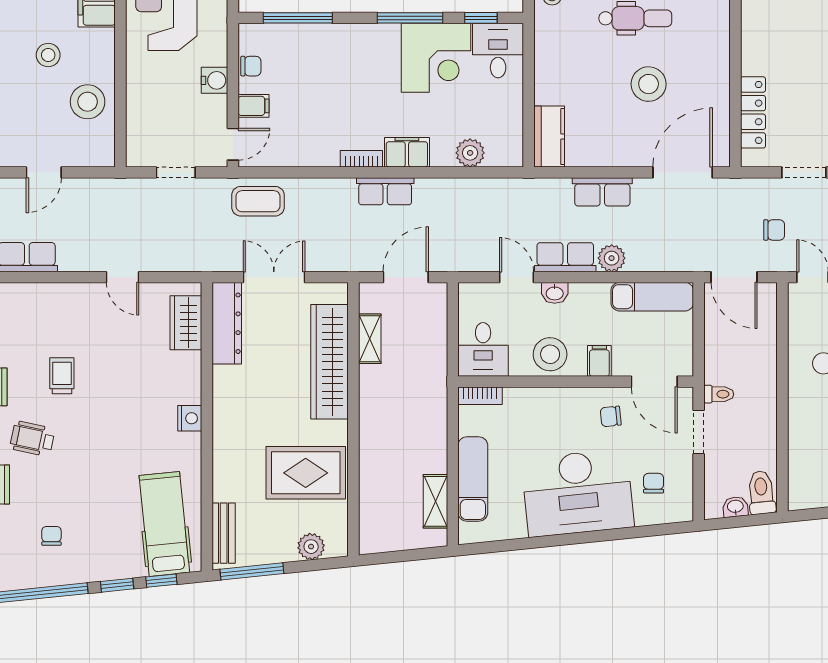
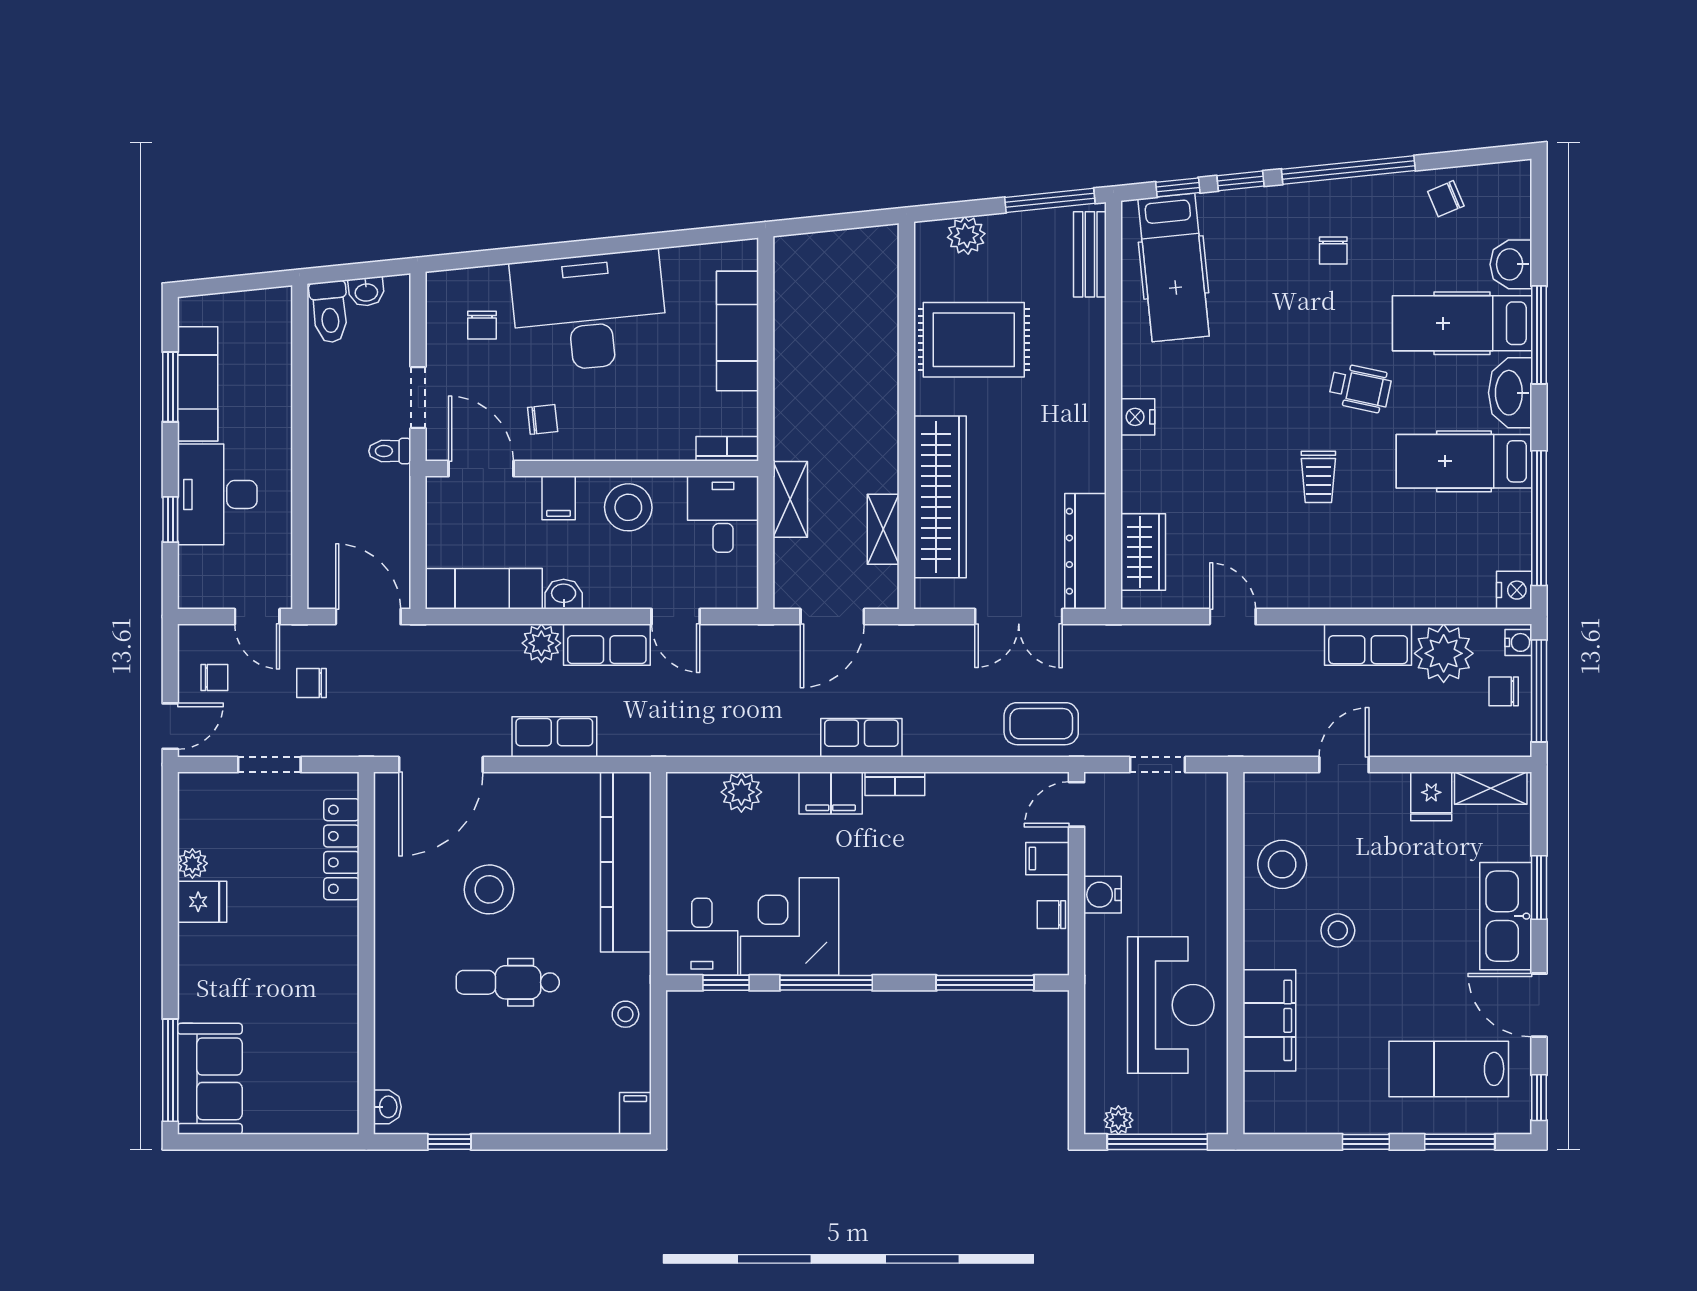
kitchen counter: (549, 137) -> (626, 862), width x2.08, depth x1.17
washbasin: (555, 293) -> (564, 594), moved
shelving: (435, 501) -> (790, 499), moved

